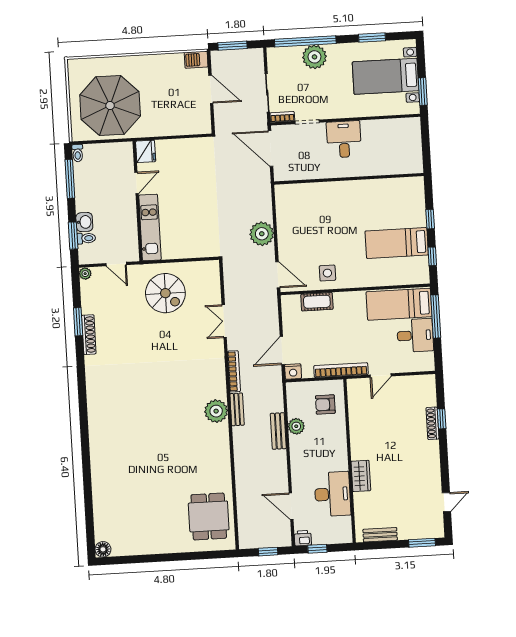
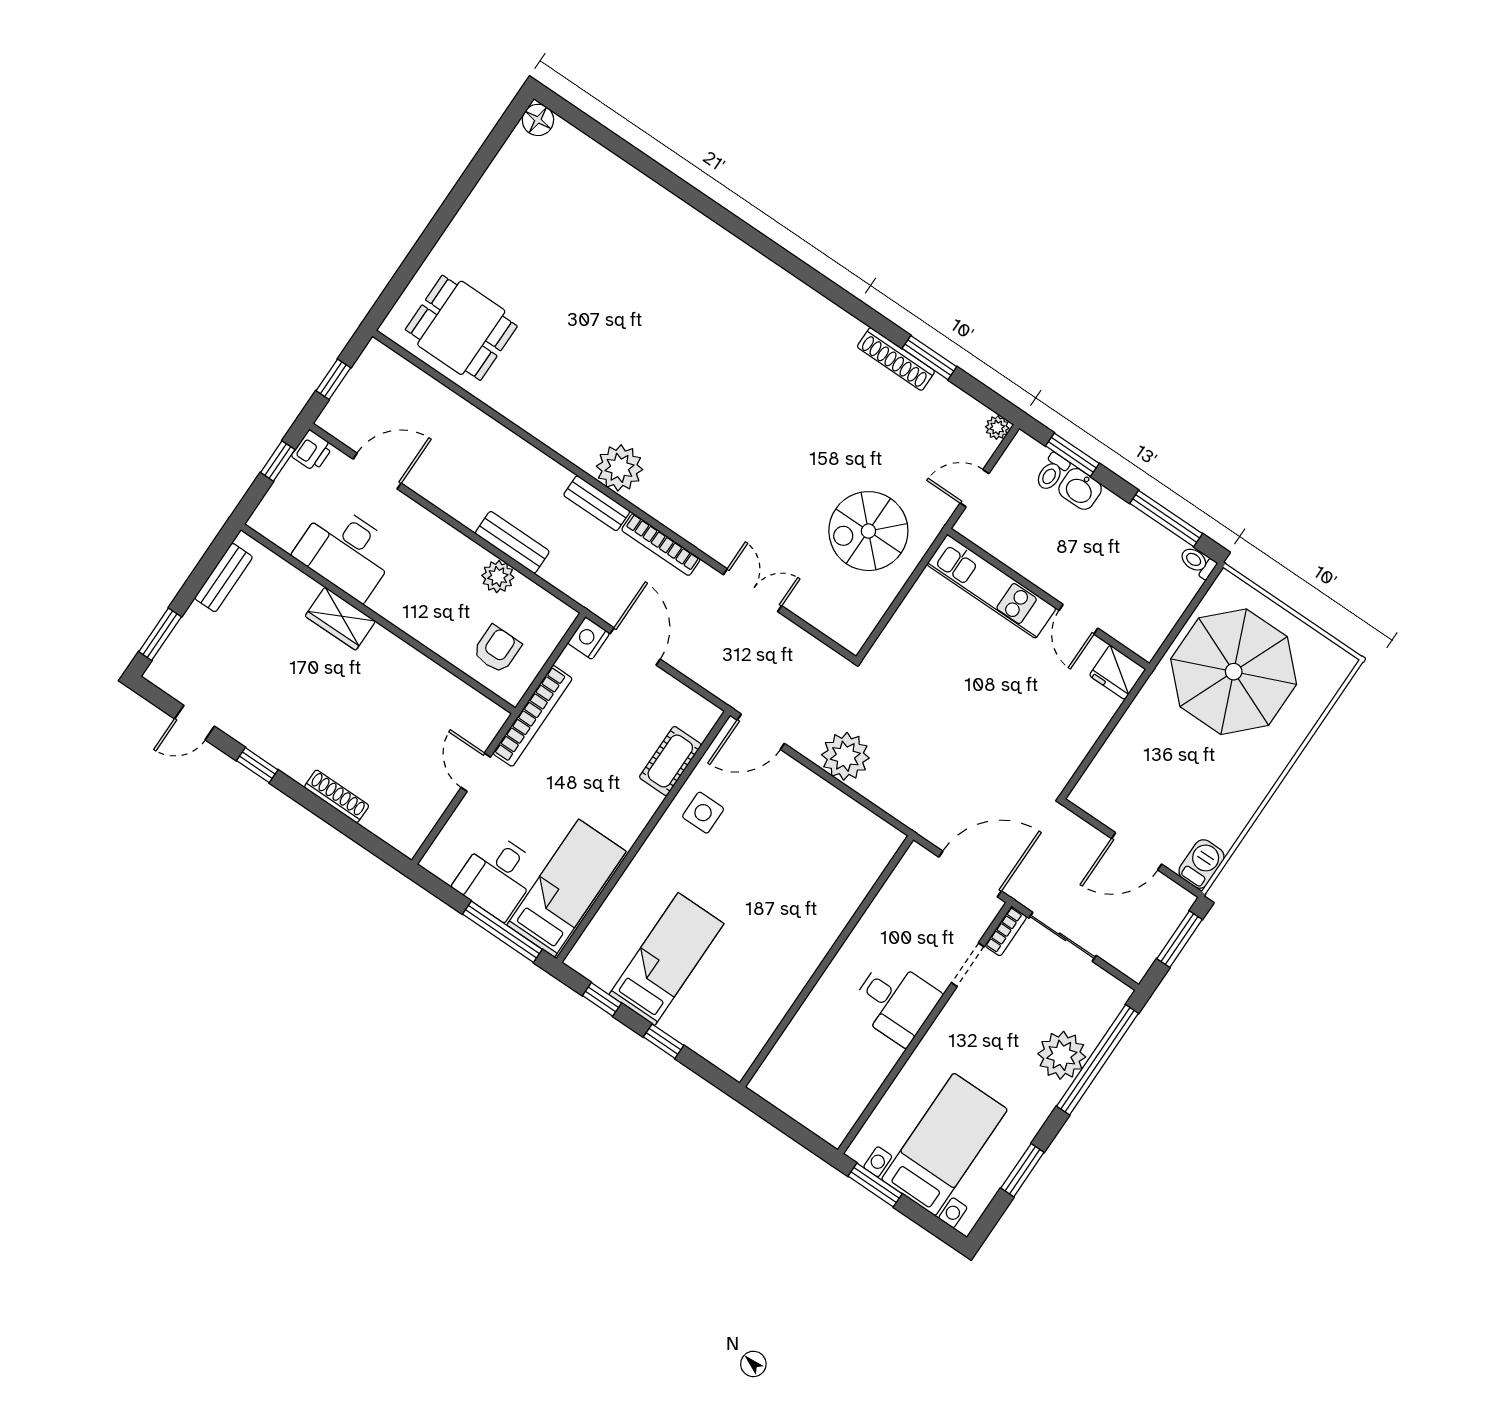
window: (442, 419) -> (257, 765), moved
door: (446, 502) -> (195, 723), hinge flipped

